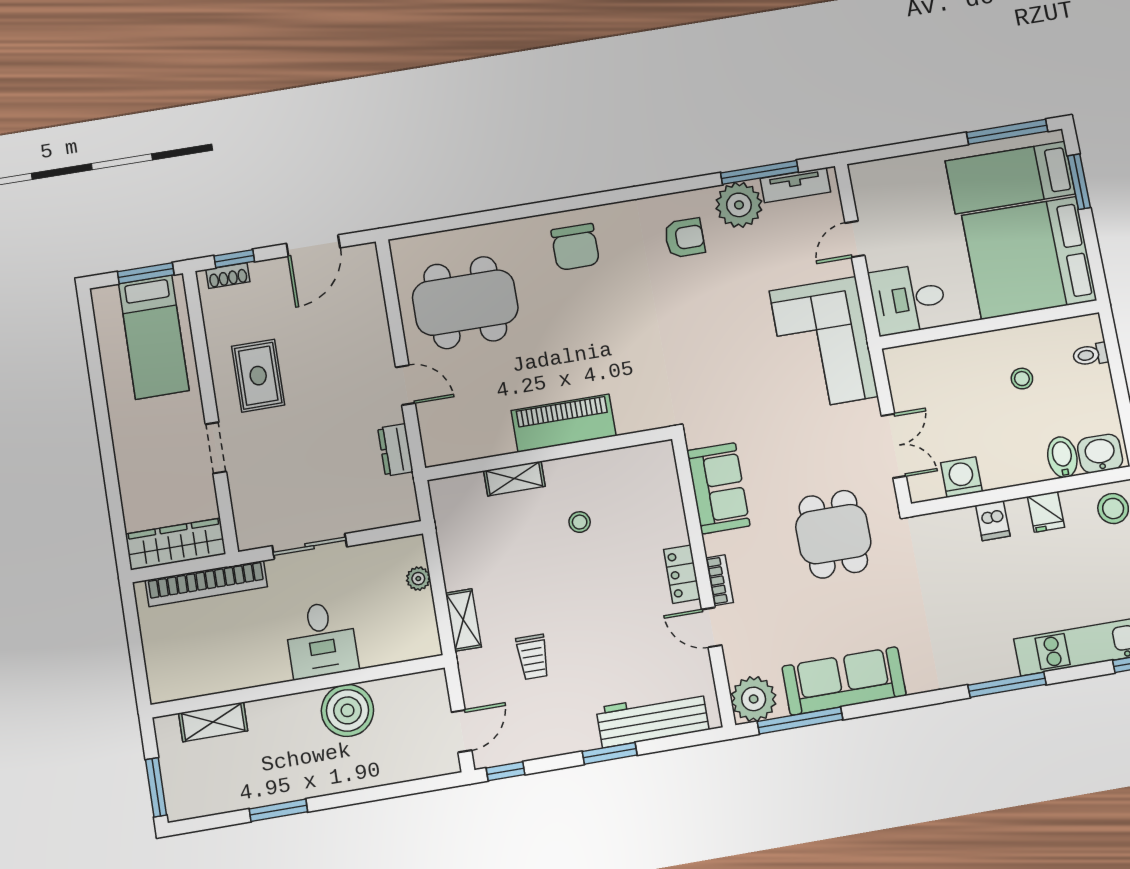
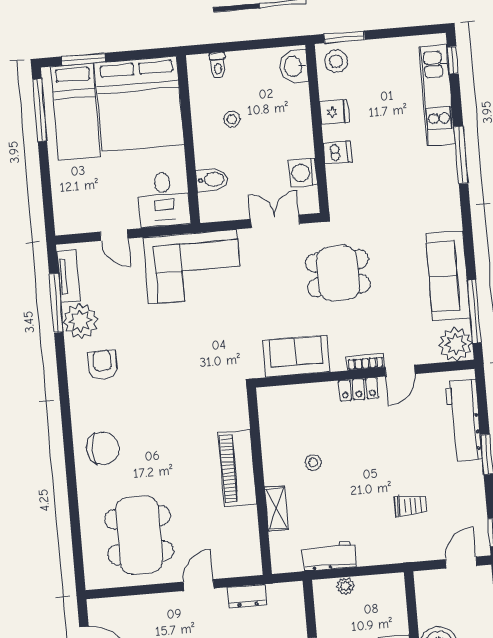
bidet: (1062, 457) -> (212, 180), moved, turned 180
workbench: (457, 554) -> (329, 556), added
shelving: (463, 620) -> (379, 555), removed
door: (462, 731) -> (461, 563), hinge flipped

